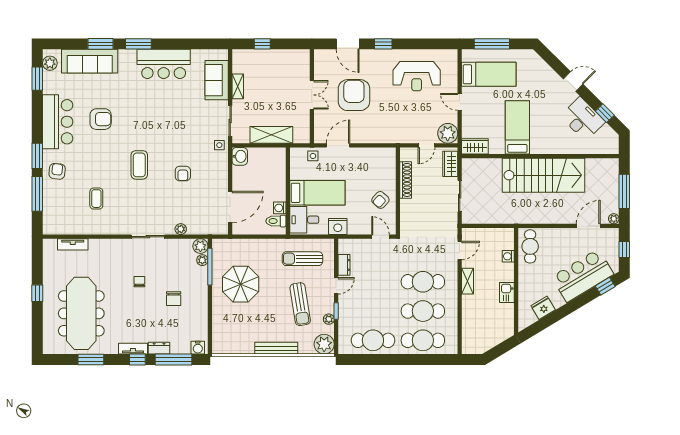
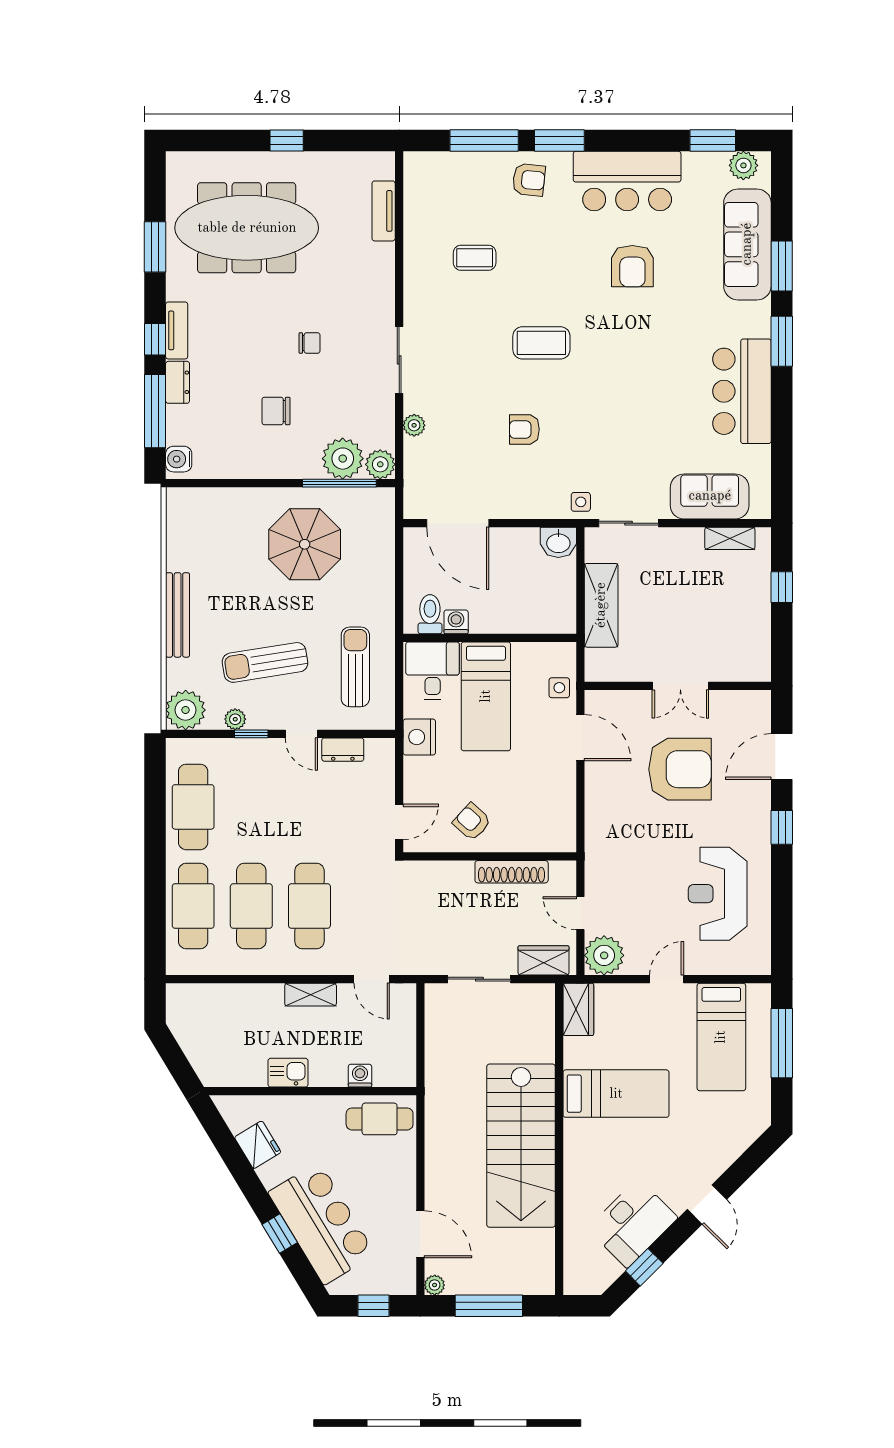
shelving: (238, 86) -> (730, 538), moved
plant: (202, 260) -> (343, 459), width x1.87, depth x1.87
window: (605, 286) -> (280, 1234), moved

